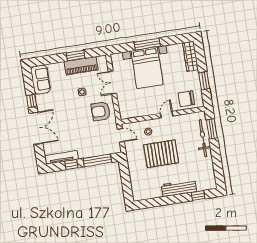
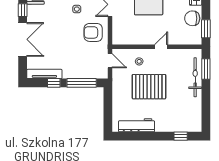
window: (204, 81) -> (206, 29), moved
chair: (186, 99) -> (192, 18), moved
workbench: (179, 188) -> (137, 125), moved

